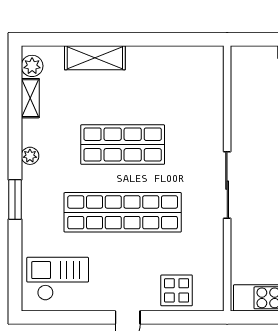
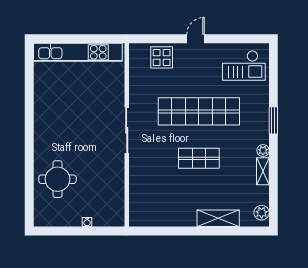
shelving: (30, 98) -> (263, 171), moved
shop shelf: (123, 145) -> (199, 158), width x0.70, depth x0.74

